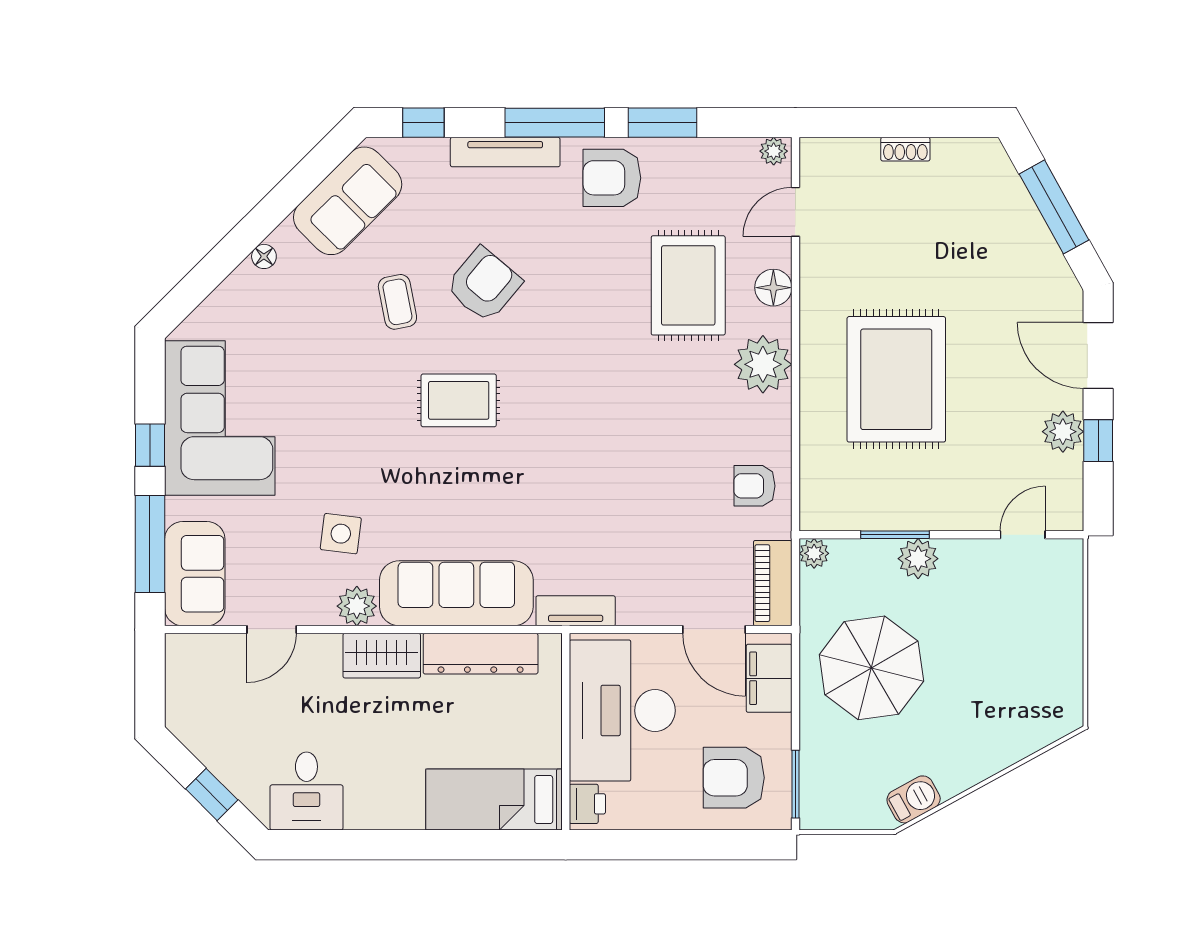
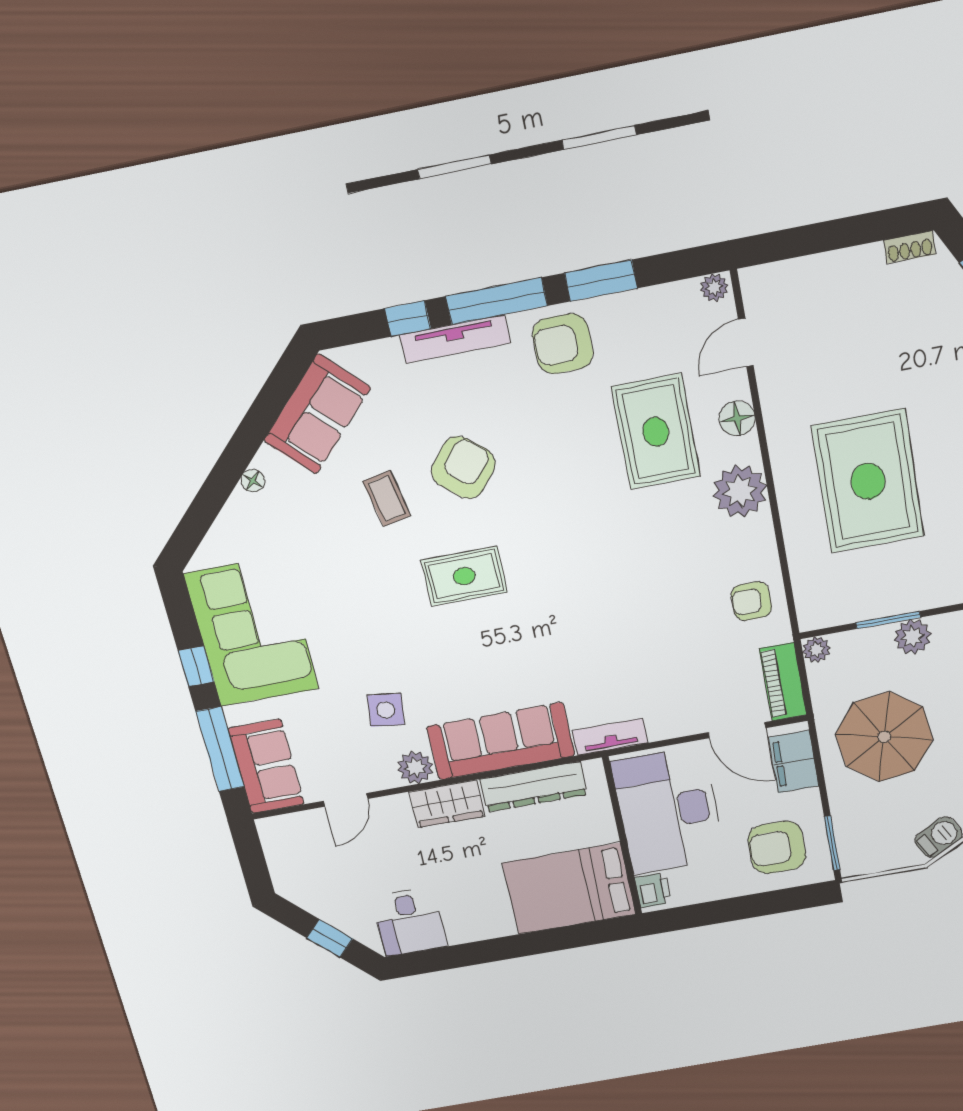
window: (423, 123) -> (408, 319), moved
shoe rack: (905, 149) -> (910, 247), moved
bed: (494, 800) -> (569, 889), width x1.50

